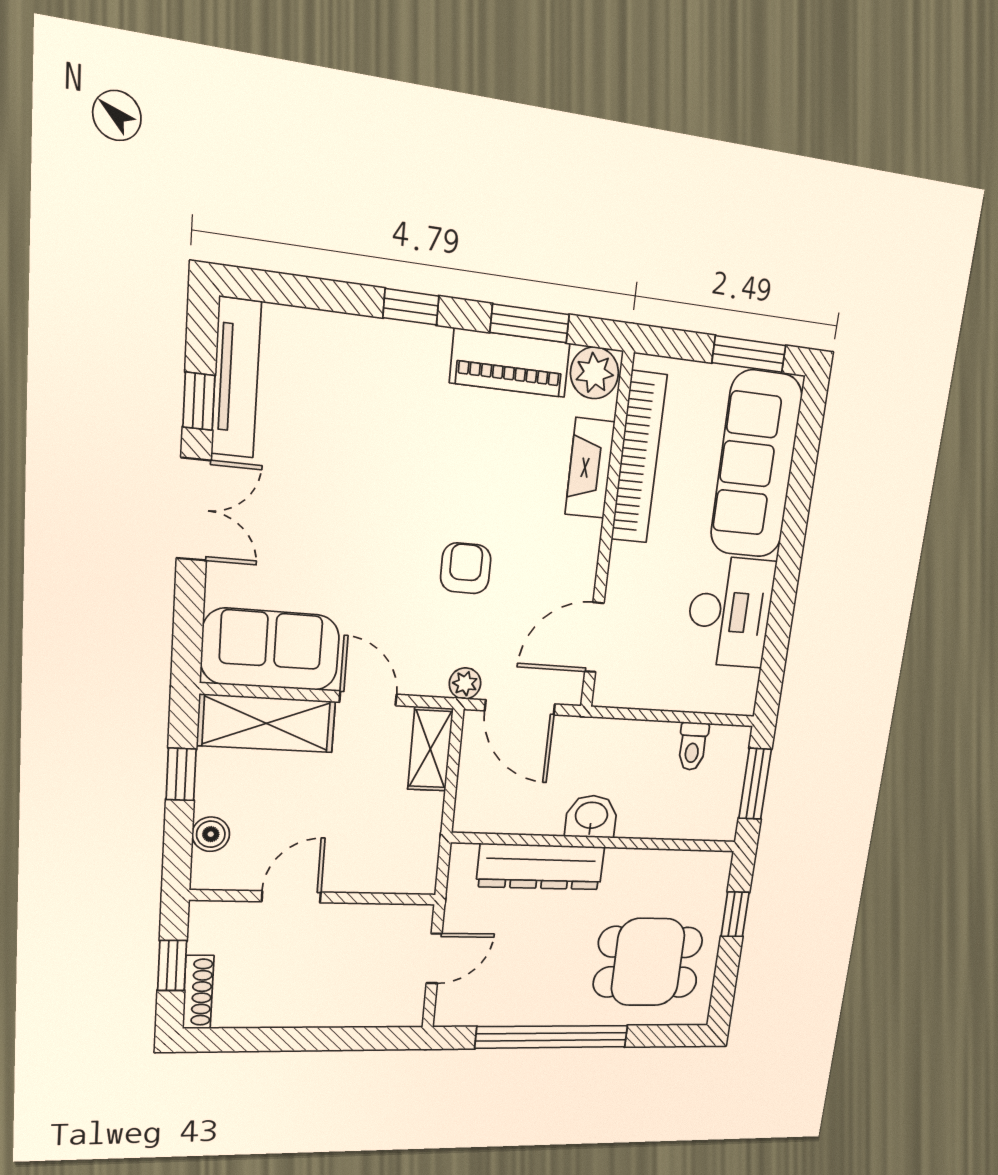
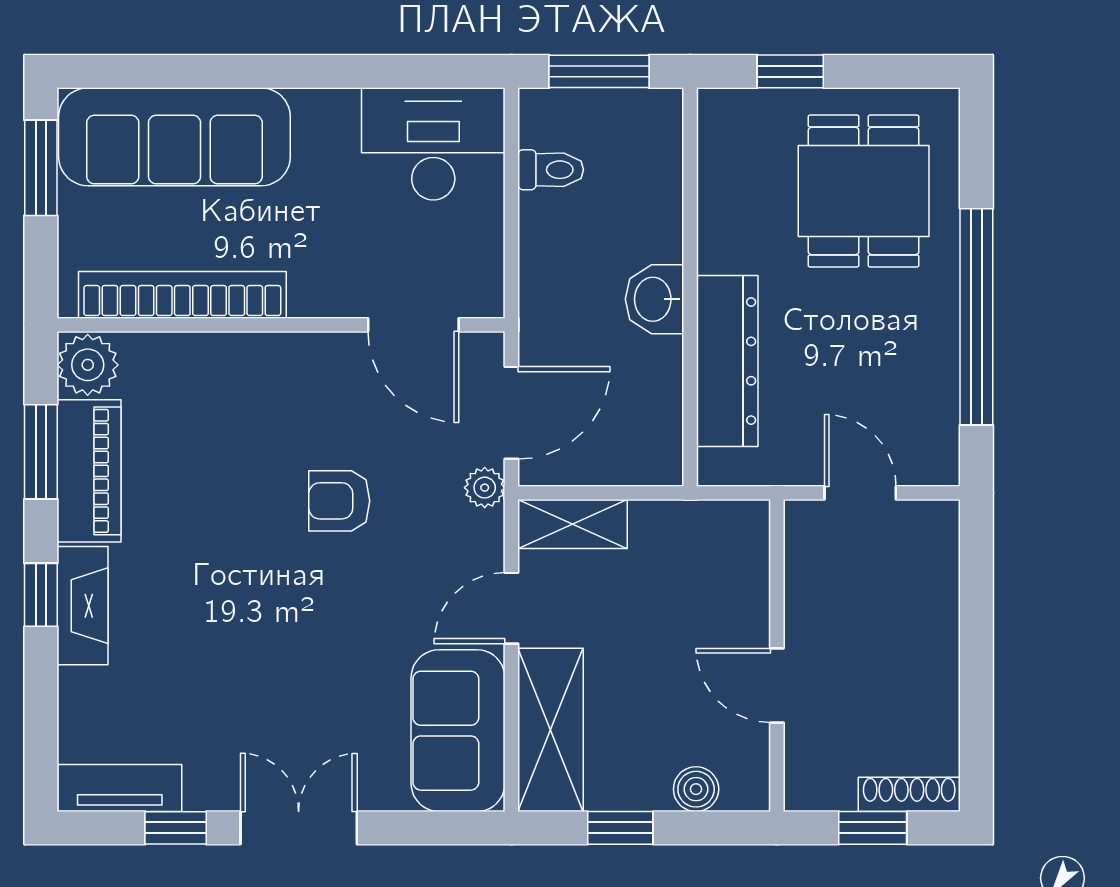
tv unit: (236, 378) -> (120, 788), width x0.71
fireplace: (590, 468) -> (83, 606), moved, turned -90
desk: (730, 612) -> (433, 144), moved

